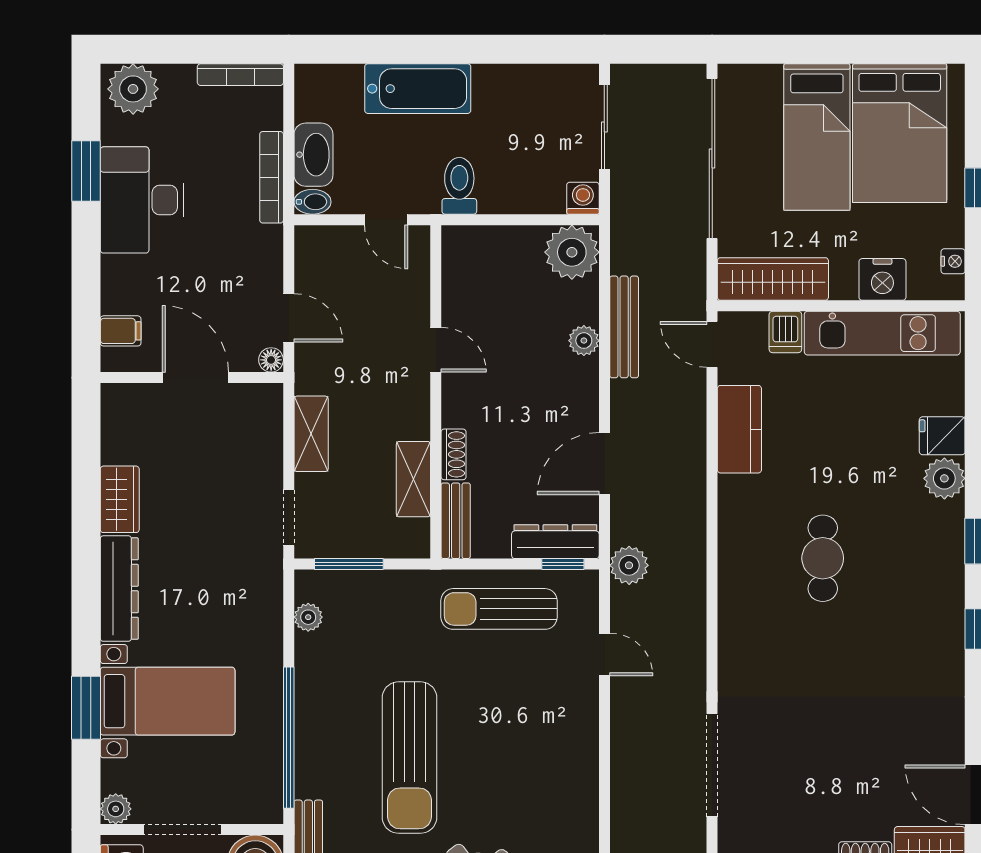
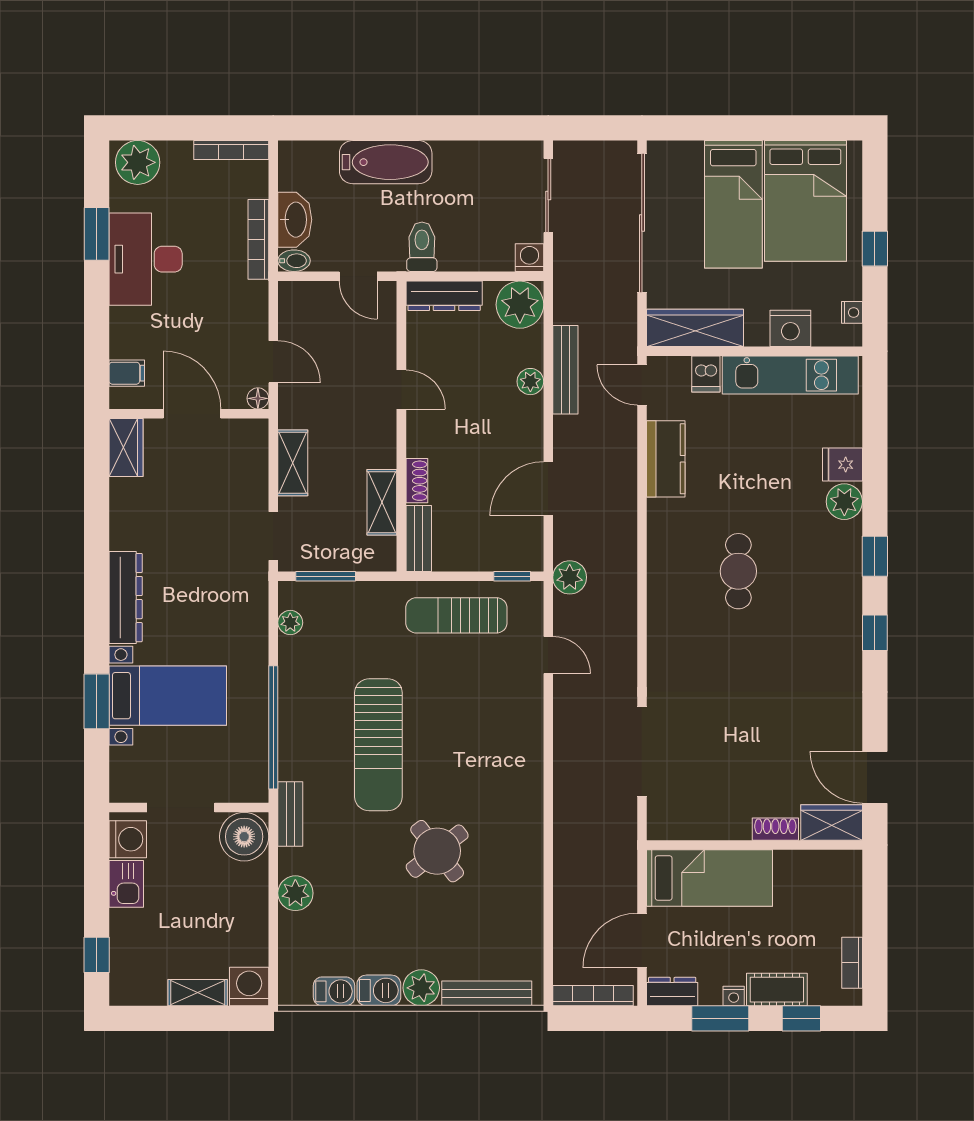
wardrobe: (120, 499) -> (126, 448), moved
dresser: (555, 542) -> (444, 296), moved, turned 180
plant: (116, 809) -> (123, 789), removed

